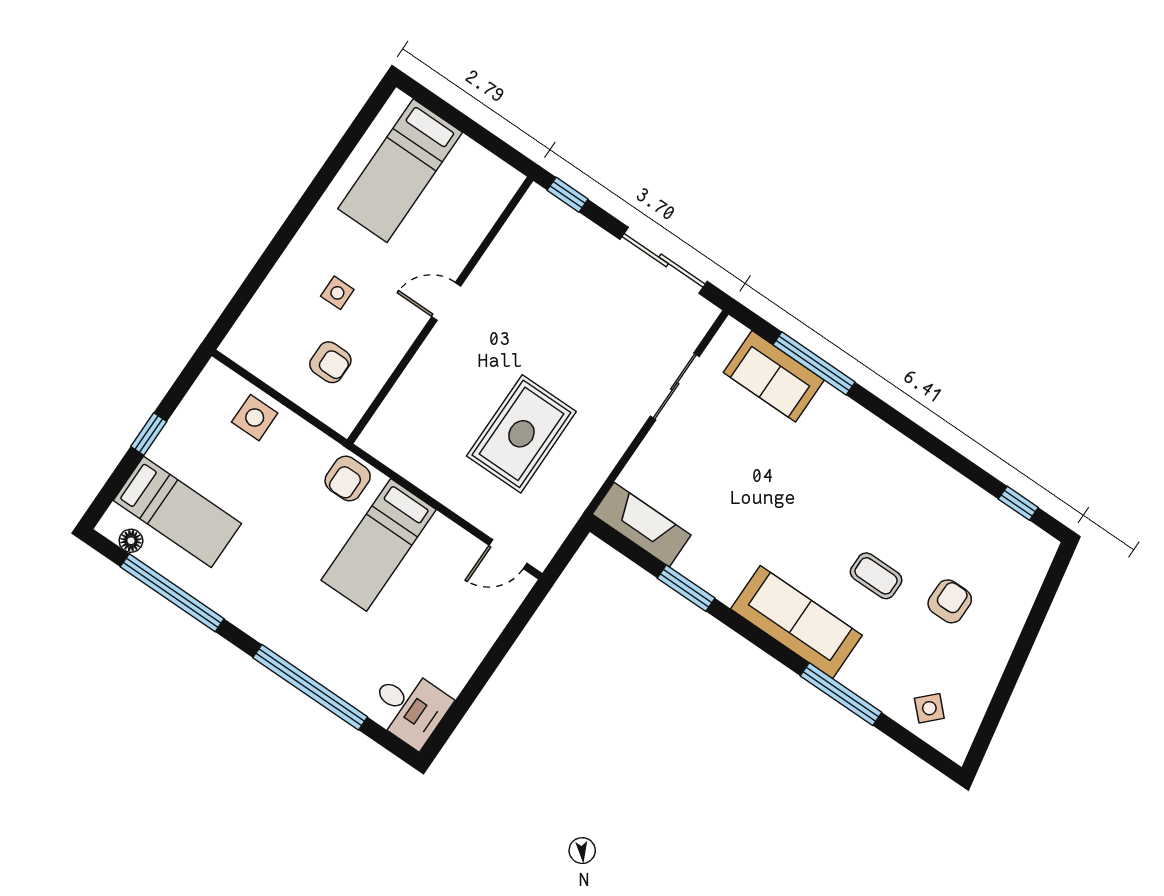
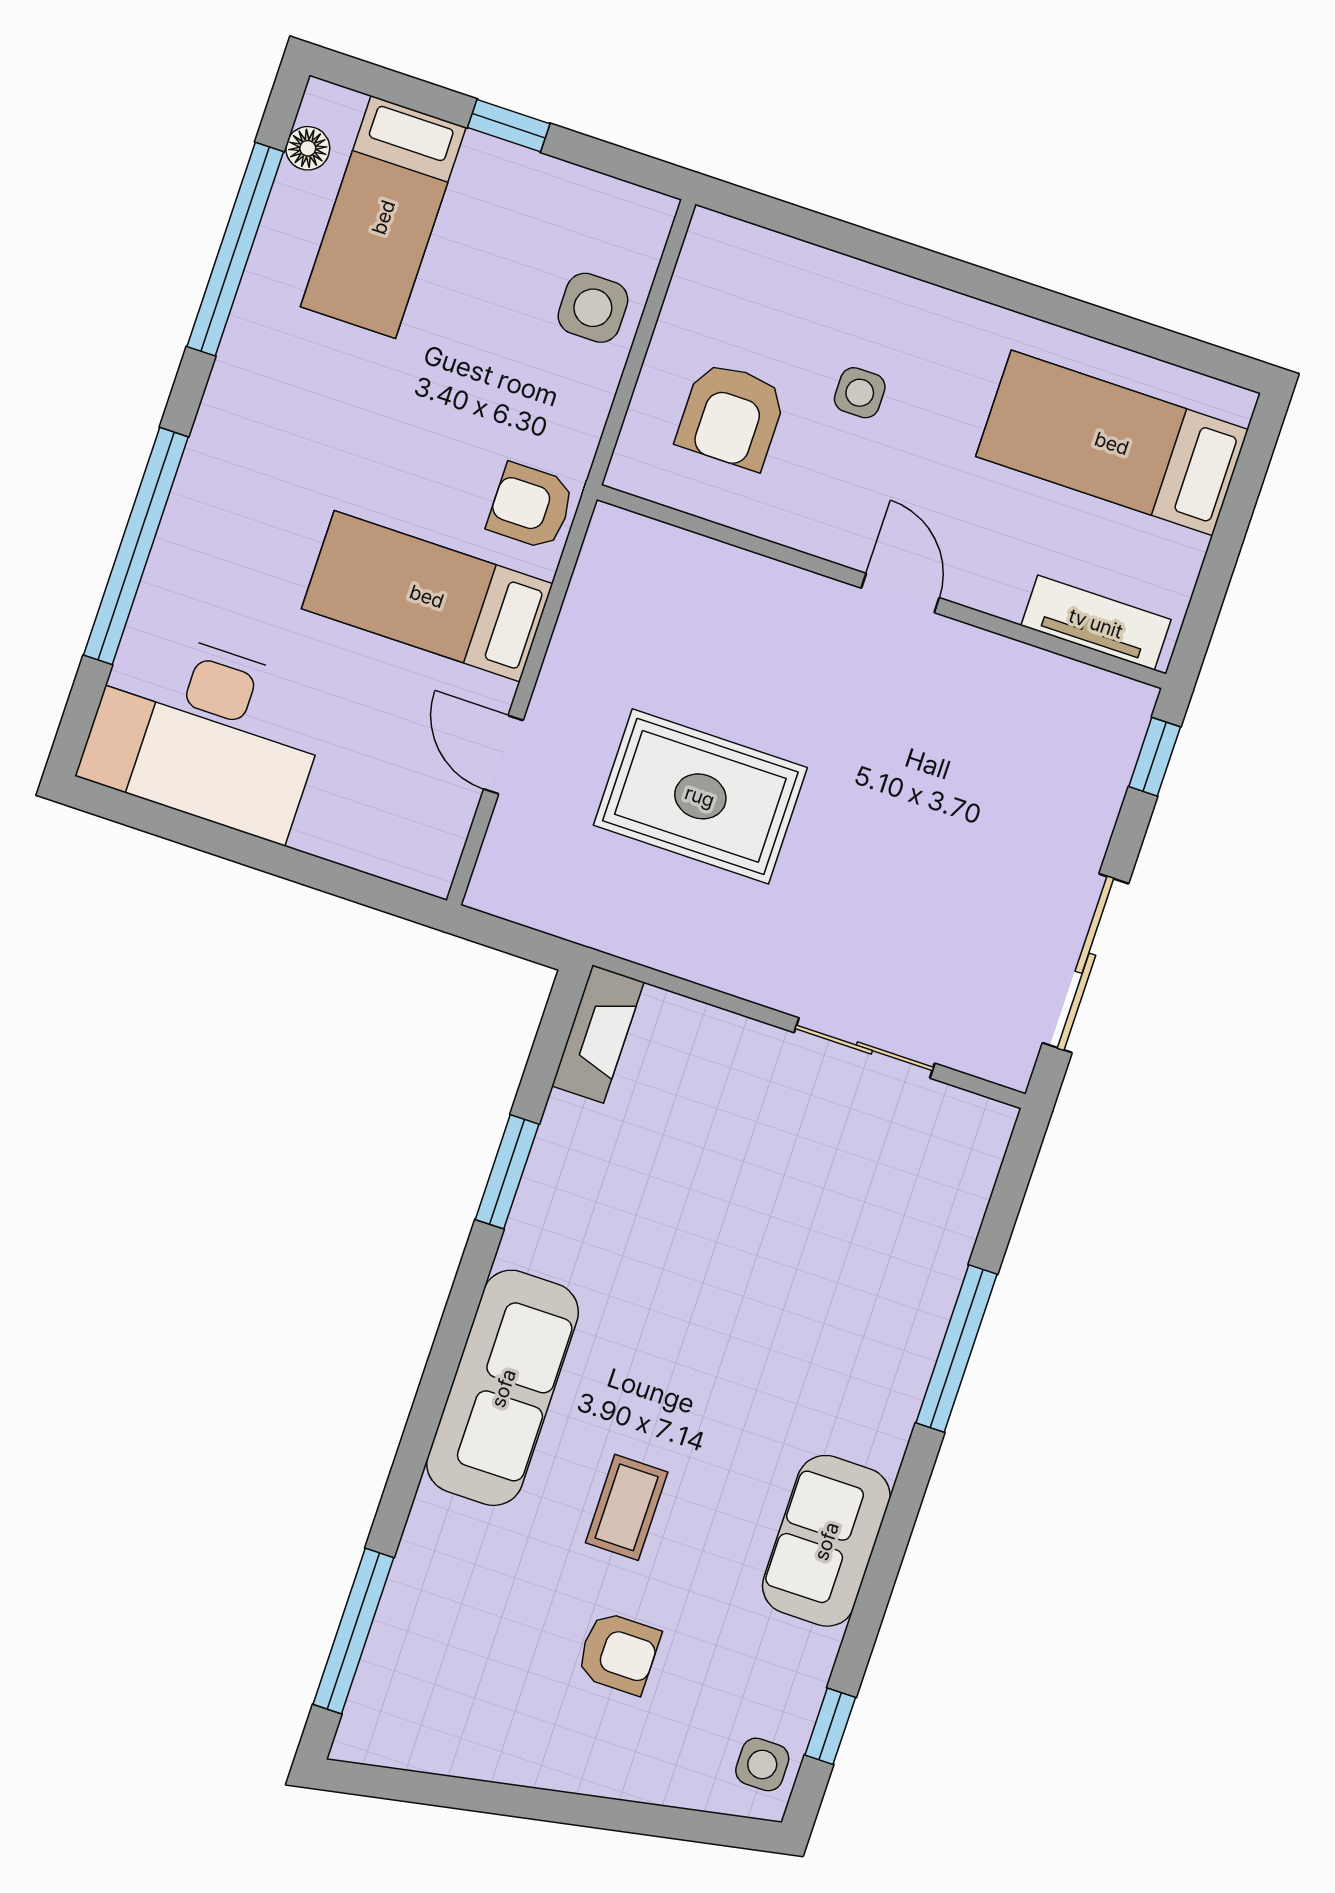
tv unit: (490, 205) -> (1096, 623), added
armchair: (330, 362) -> (731, 416), width x1.38, depth x1.38
window: (814, 363) -> (957, 1349), moved
sofa: (774, 376) -> (826, 1541), moved
fireplace: (642, 525) -> (598, 1034), width x0.73, depth x0.76
door: (508, 554) -> (503, 755), moved
window: (841, 694) -> (353, 1631), moved
desk: (409, 707) -> (206, 733), width x1.87, depth x1.30
side table: (929, 708) -> (762, 1764), moved, turned 45

